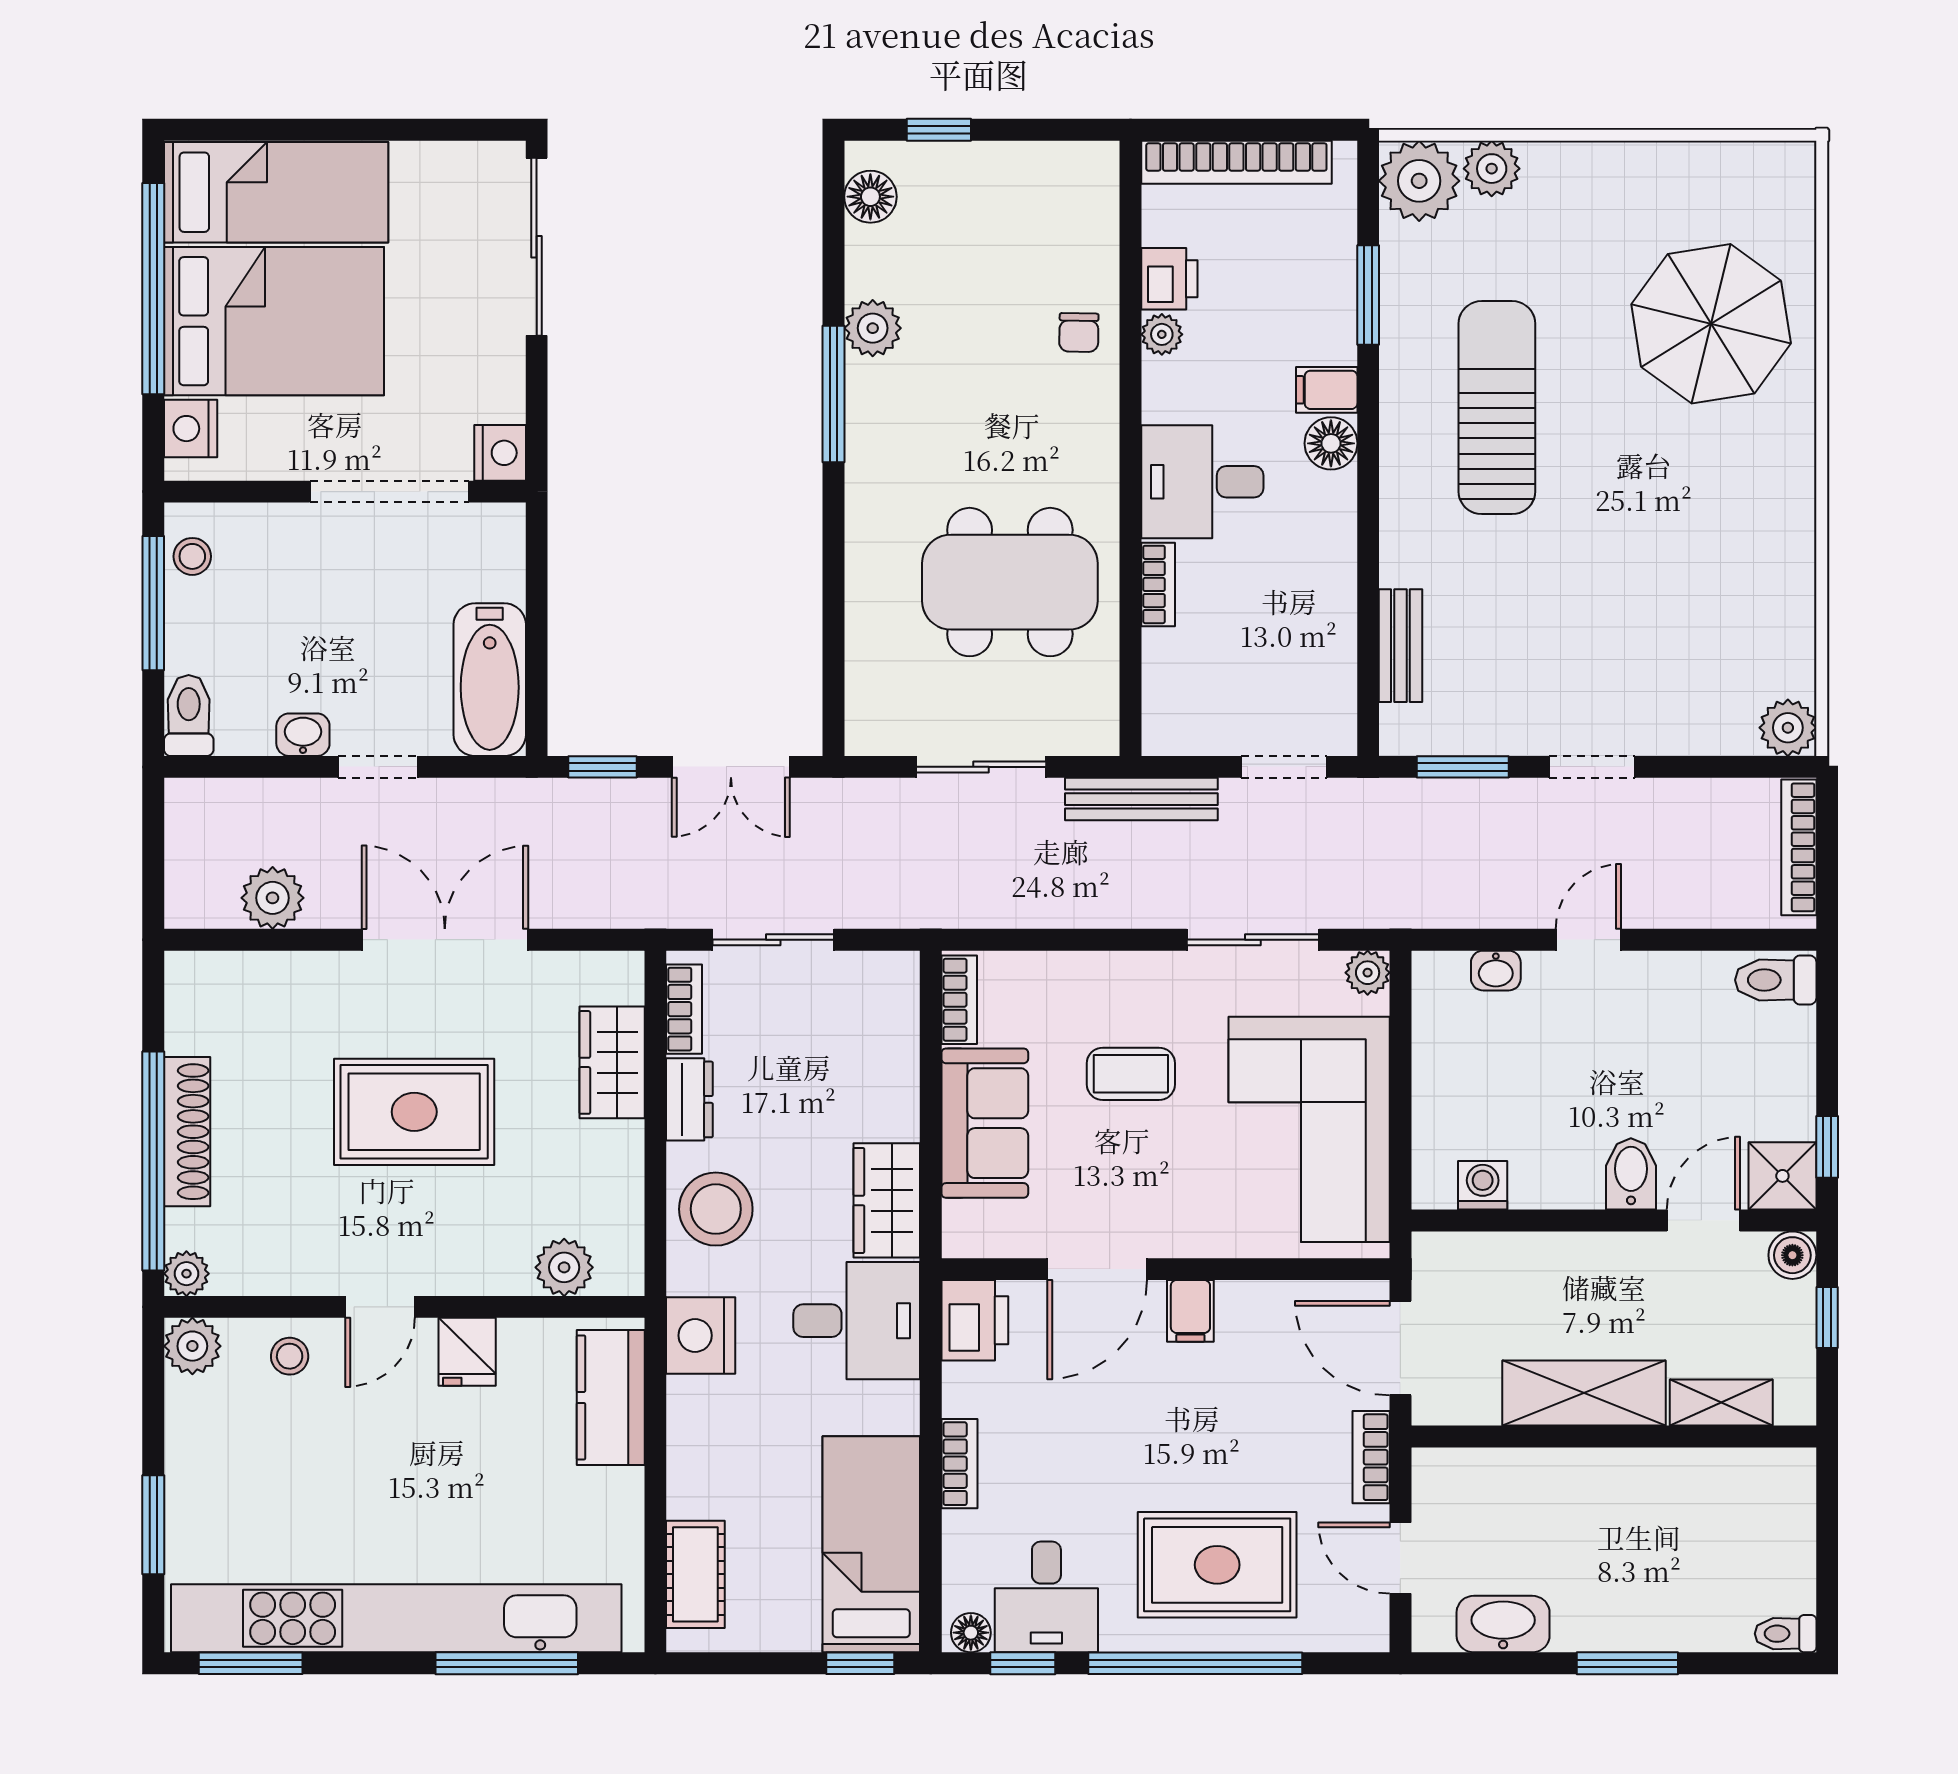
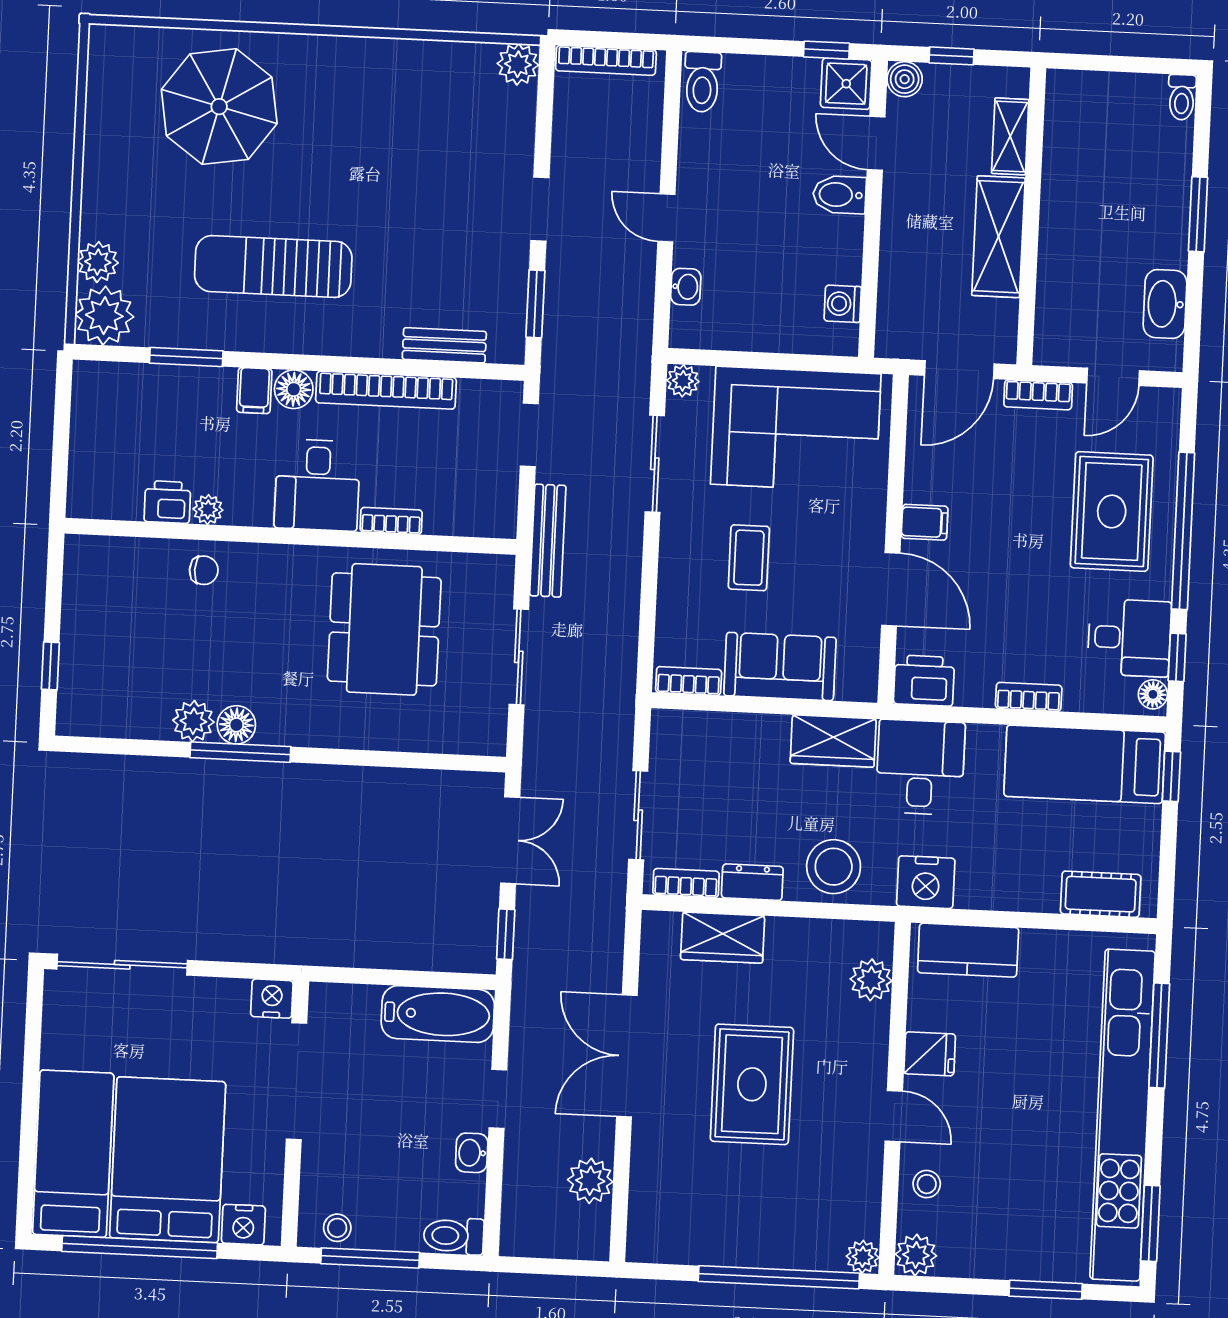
bookcase: (1236, 162) -> (386, 390), moved, turned 90
floor lamp: (870, 197) -> (236, 725), moved
shoe rack: (187, 1132) -> (759, 1251), removed

